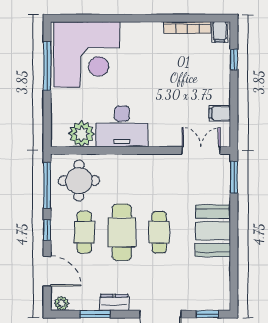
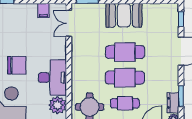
chair: (140, 74) -> (17, 65), added
cafe table: (159, 232) -> (125, 52), width x1.37, depth x1.35
dresser: (114, 302) -> (173, 103), moved

